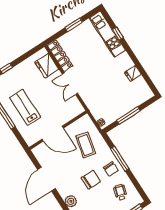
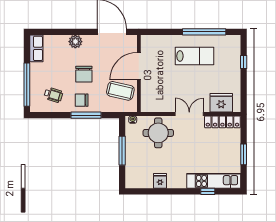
round table: (99, 97) -> (158, 133), added
wall: (58, 130) -> (139, 74), moved
door: (53, 134) -> (139, 66), moved

